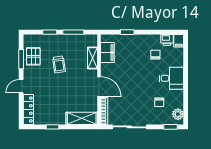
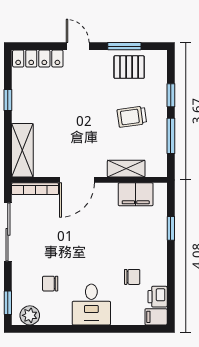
trolley: (59, 64) -> (132, 117), moved

